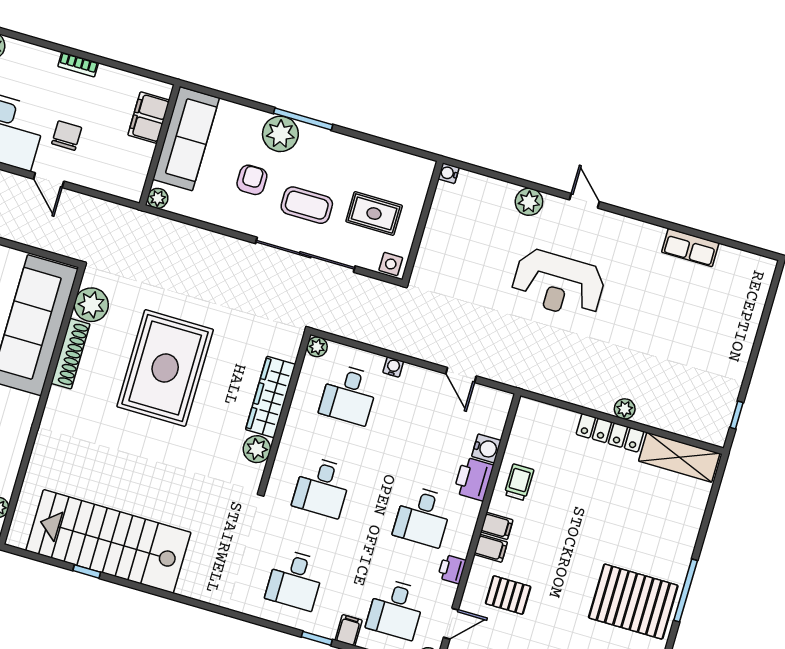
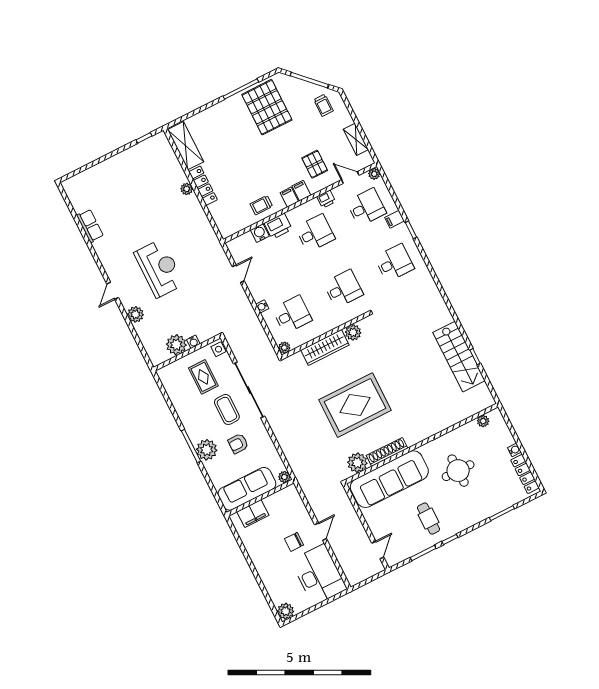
bookcase: (78, 65) -> (258, 566), removed
water cooler: (449, 173) -> (193, 342), moved
plant: (445, 217) -> (176, 345), added
stairs: (108, 541) -> (459, 357), width x0.73, depth x0.66

